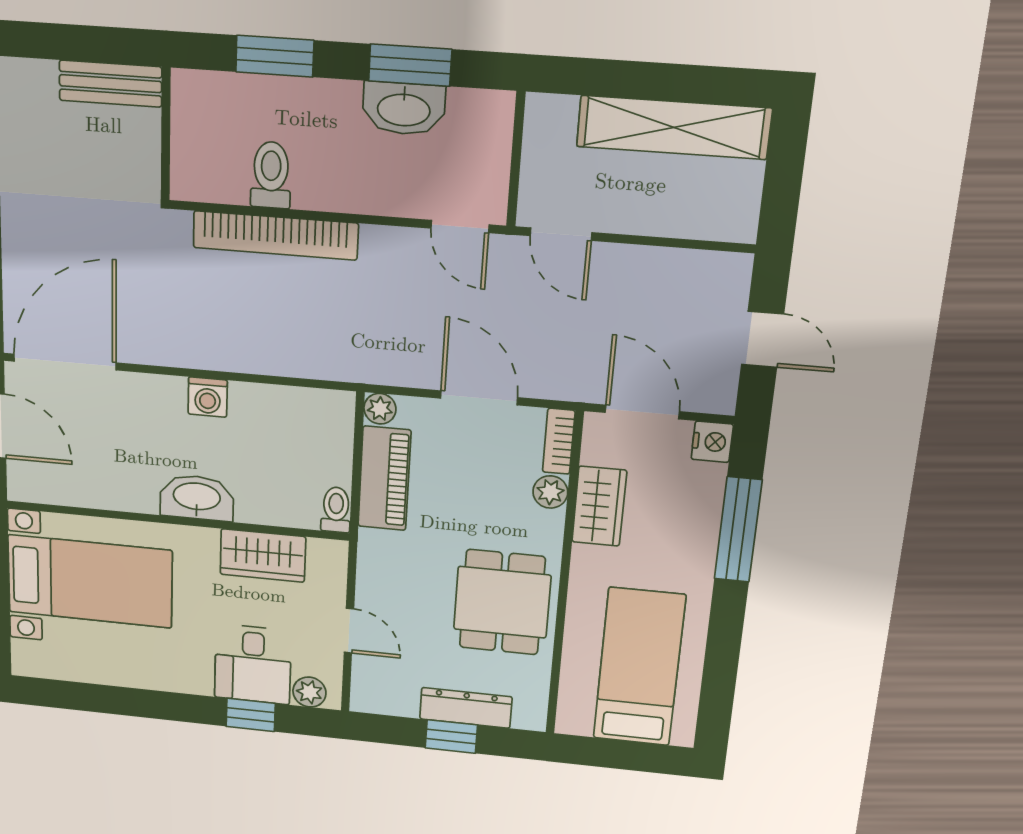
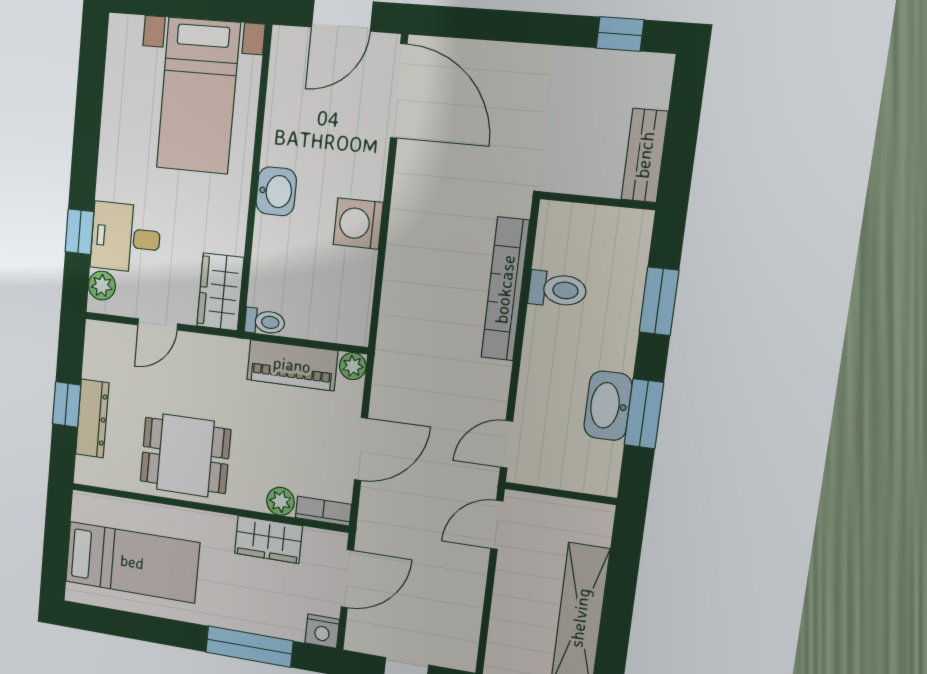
washing machine: (208, 397) -> (358, 224), width x1.38, depth x1.38
washbasin: (197, 498) -> (276, 191), width x0.72
wardrobe: (263, 556) -> (220, 292), moved

